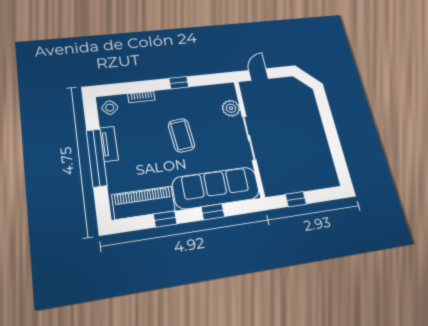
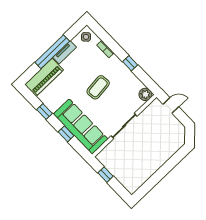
plant: (231, 108) -> (145, 94), moved
piano: (143, 203) -> (44, 77), moved, turned 90

